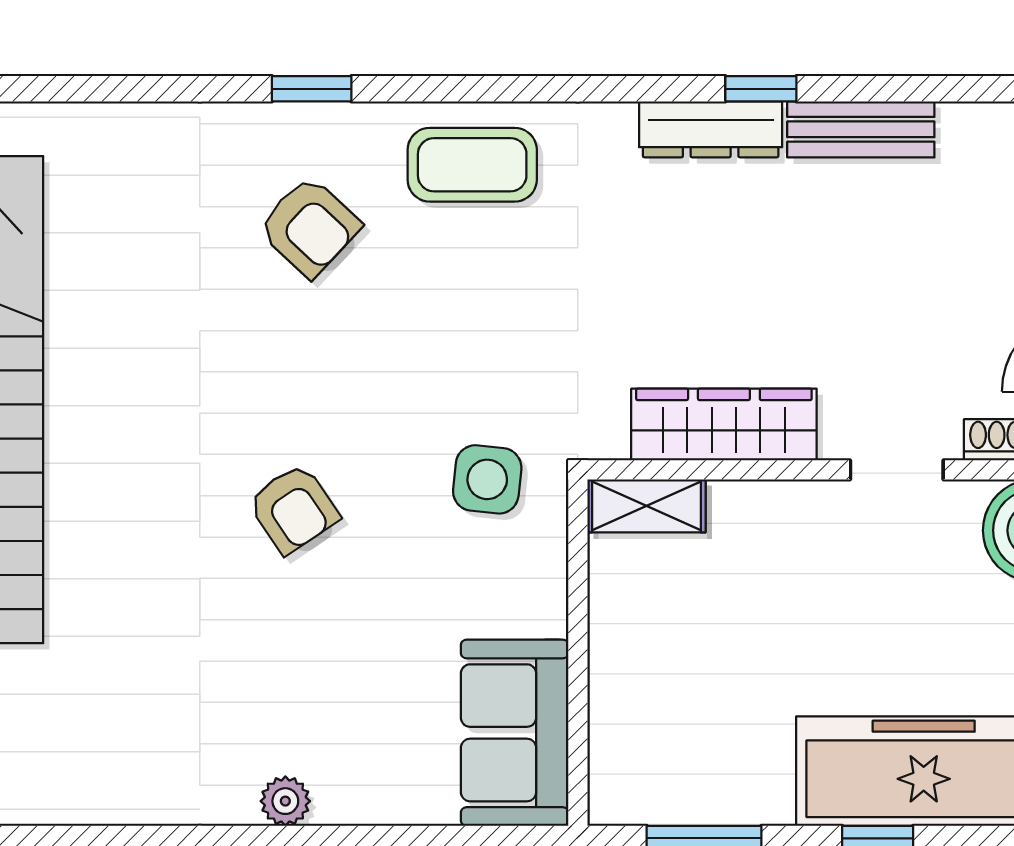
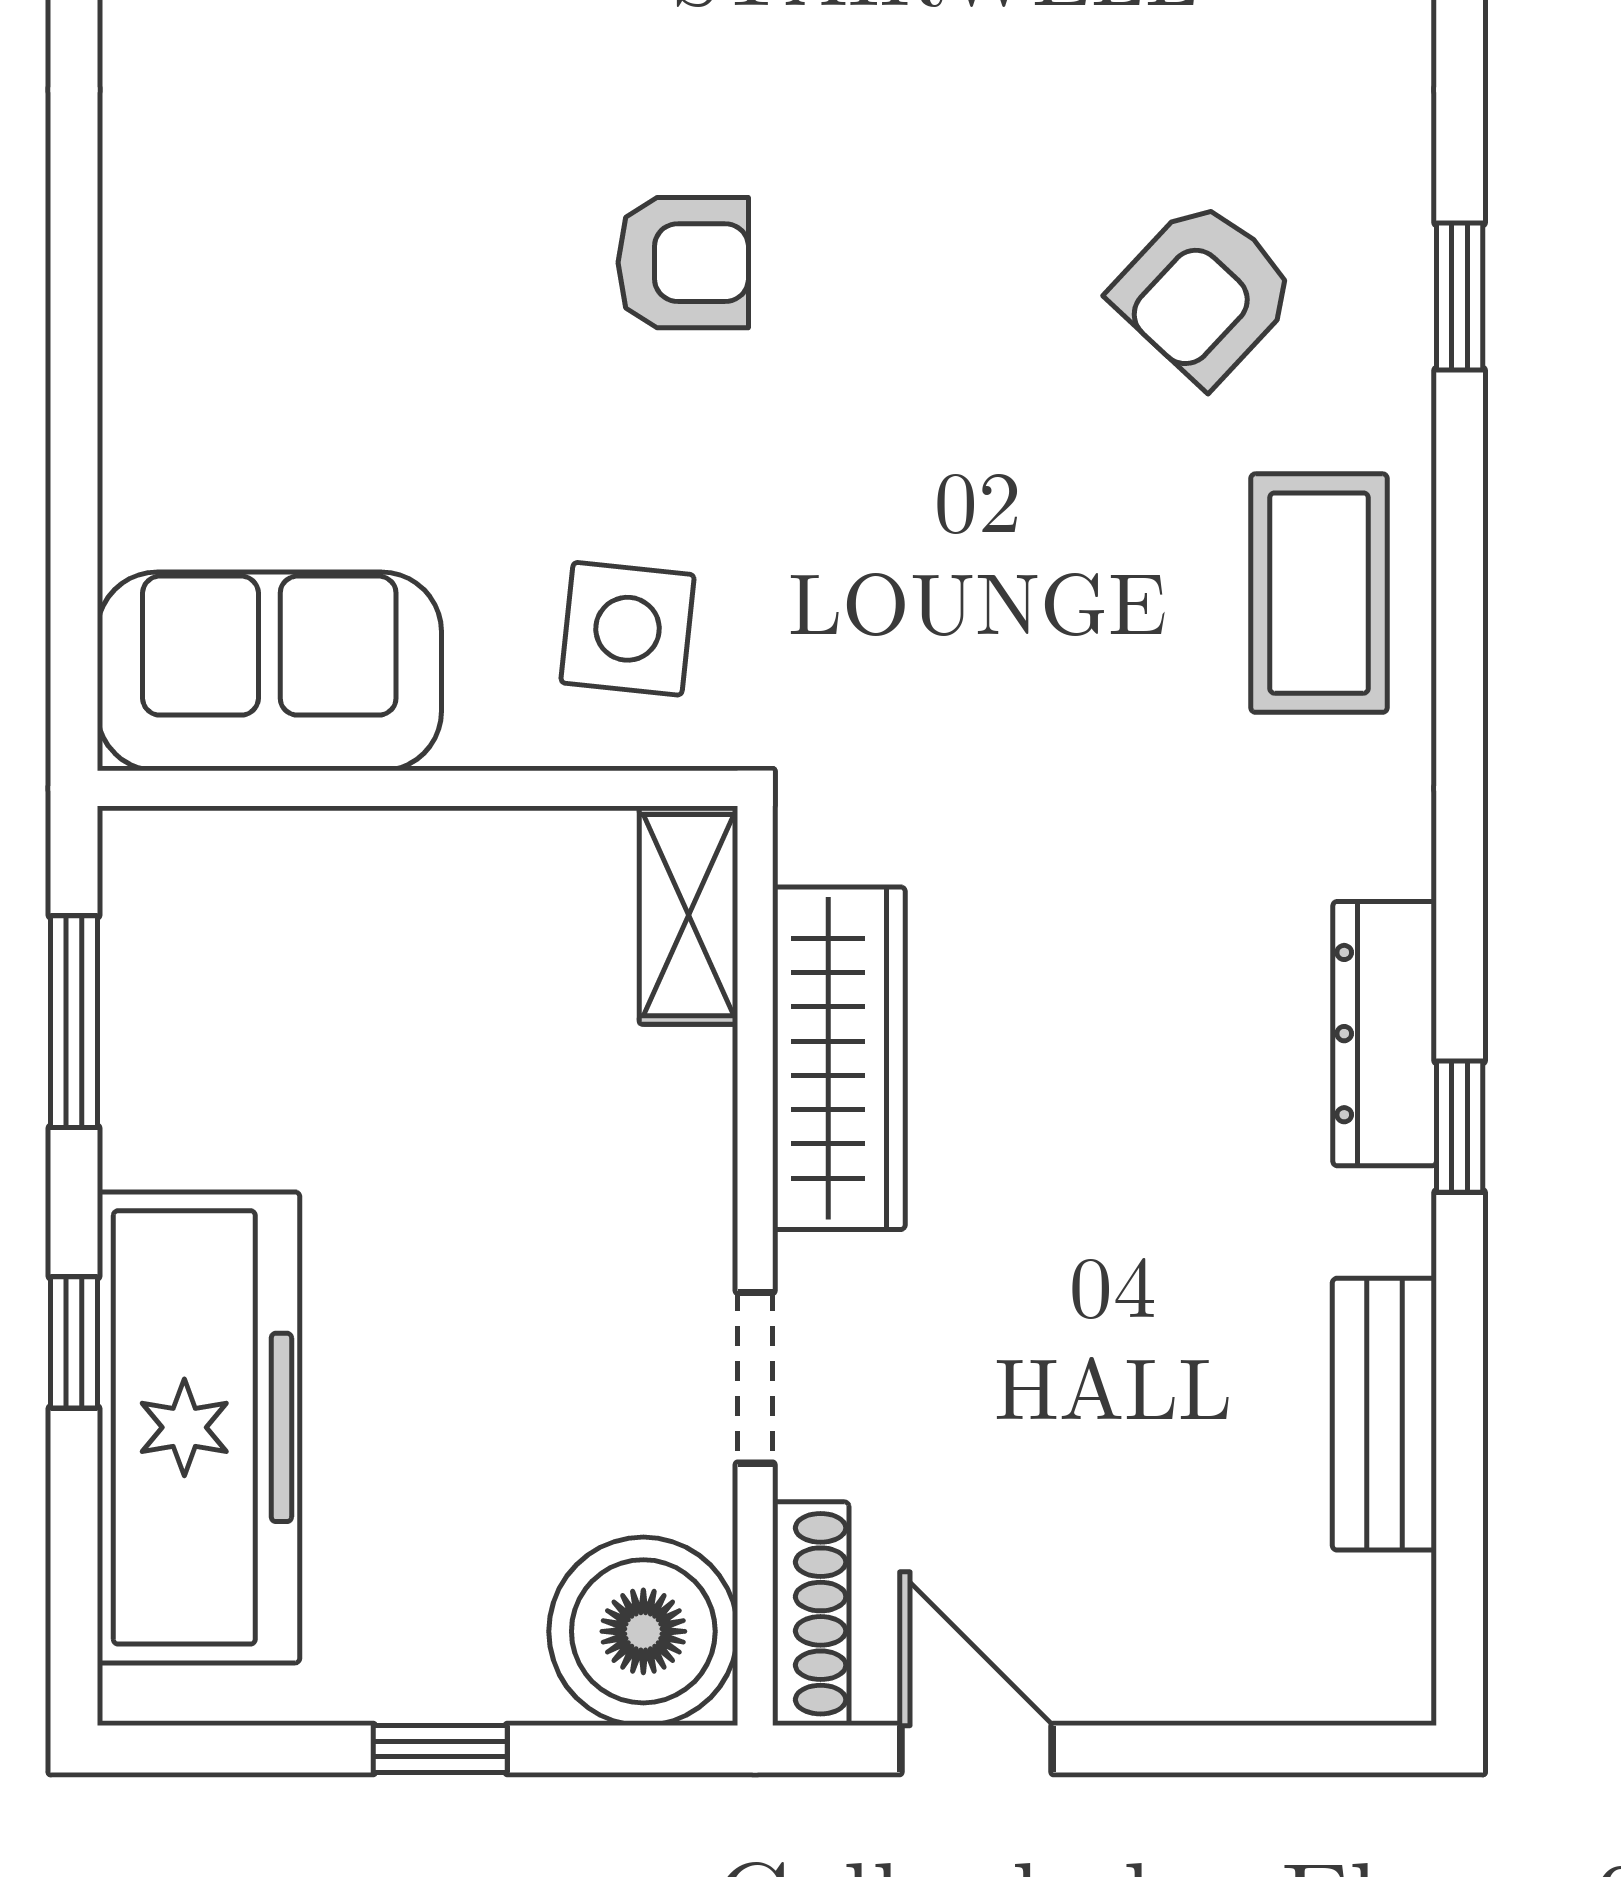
bench: (861, 129) -> (1384, 1414), moved
side table: (487, 479) -> (628, 629), moved
armchair: (293, 509) -> (683, 263), turned -146
plant: (285, 801) -> (143, 248), removed

